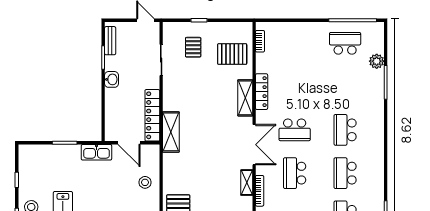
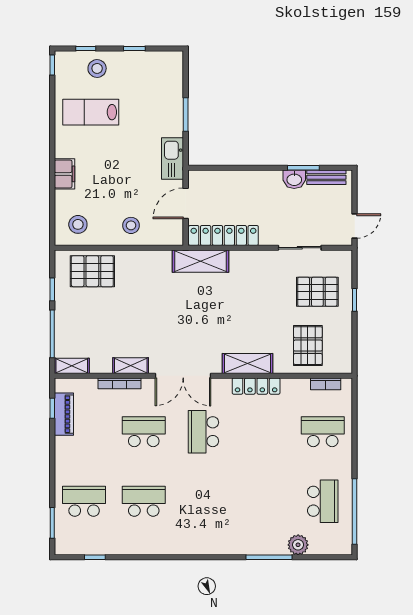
pallet: (193, 47) -> (317, 292), width x1.50, depth x1.42
washbasin: (112, 79) -> (294, 179), moved
school desk: (345, 130) -> (323, 432), moved

